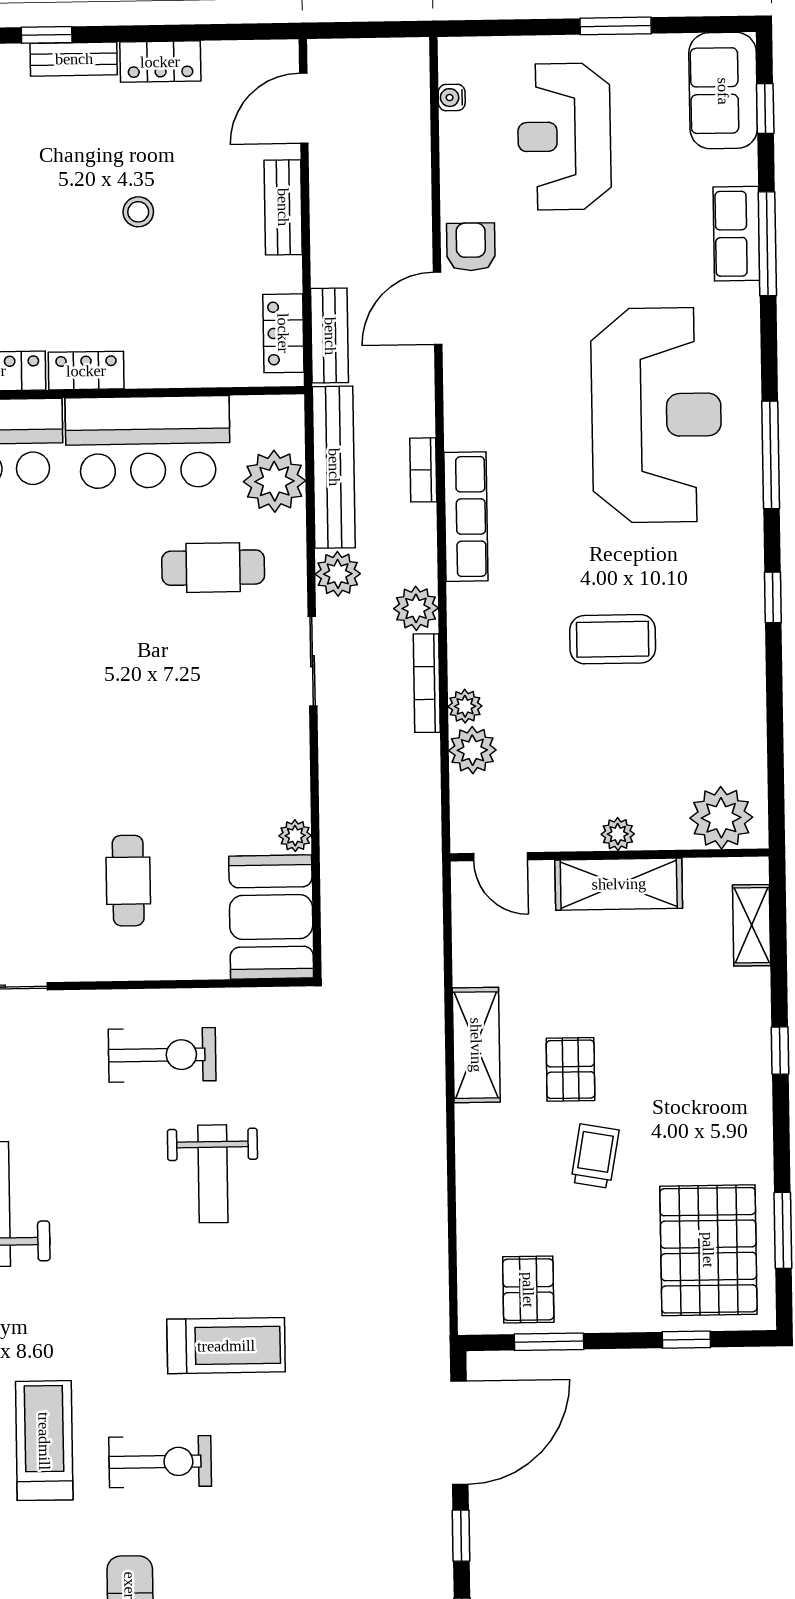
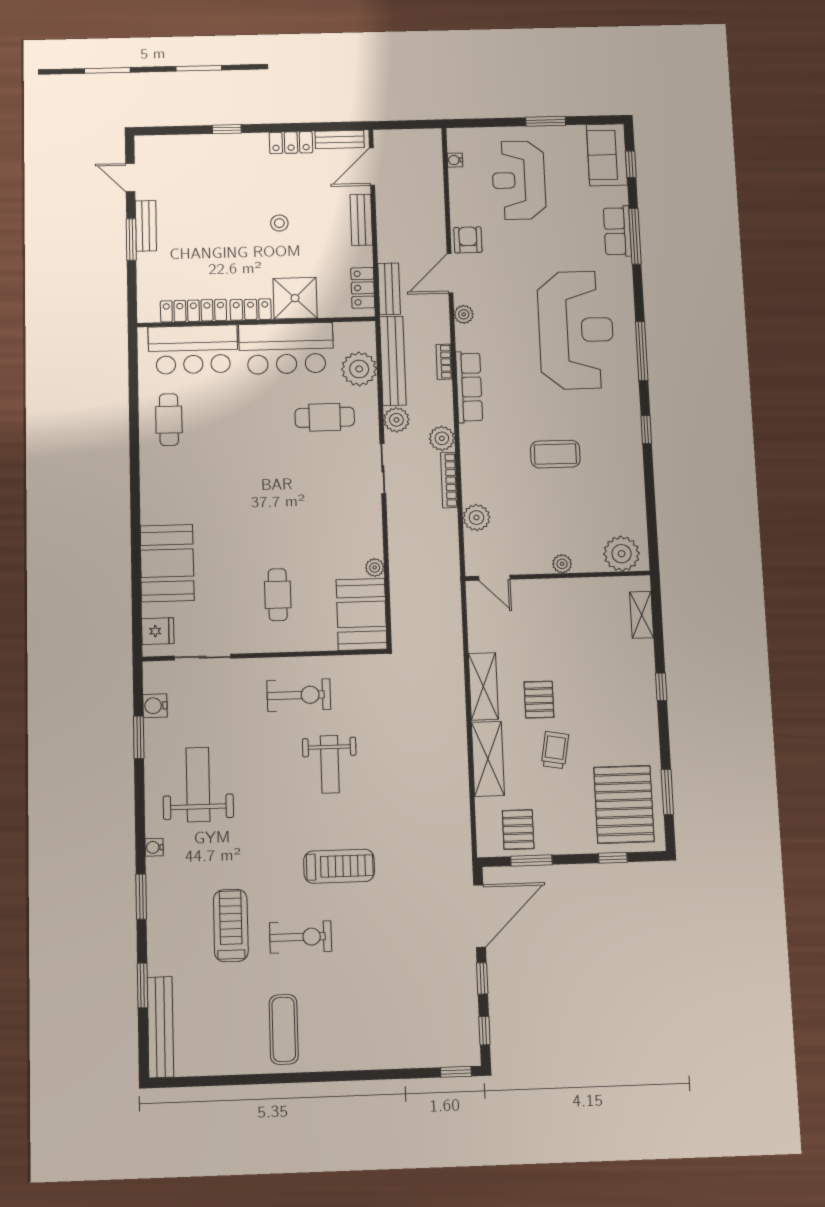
bench: (74, 59) -> (340, 139), moved
shower: (164, 351) -> (295, 298), added
plant: (465, 706) -> (464, 314), moved
shelving: (619, 884) -> (488, 759), moved, turned 90

